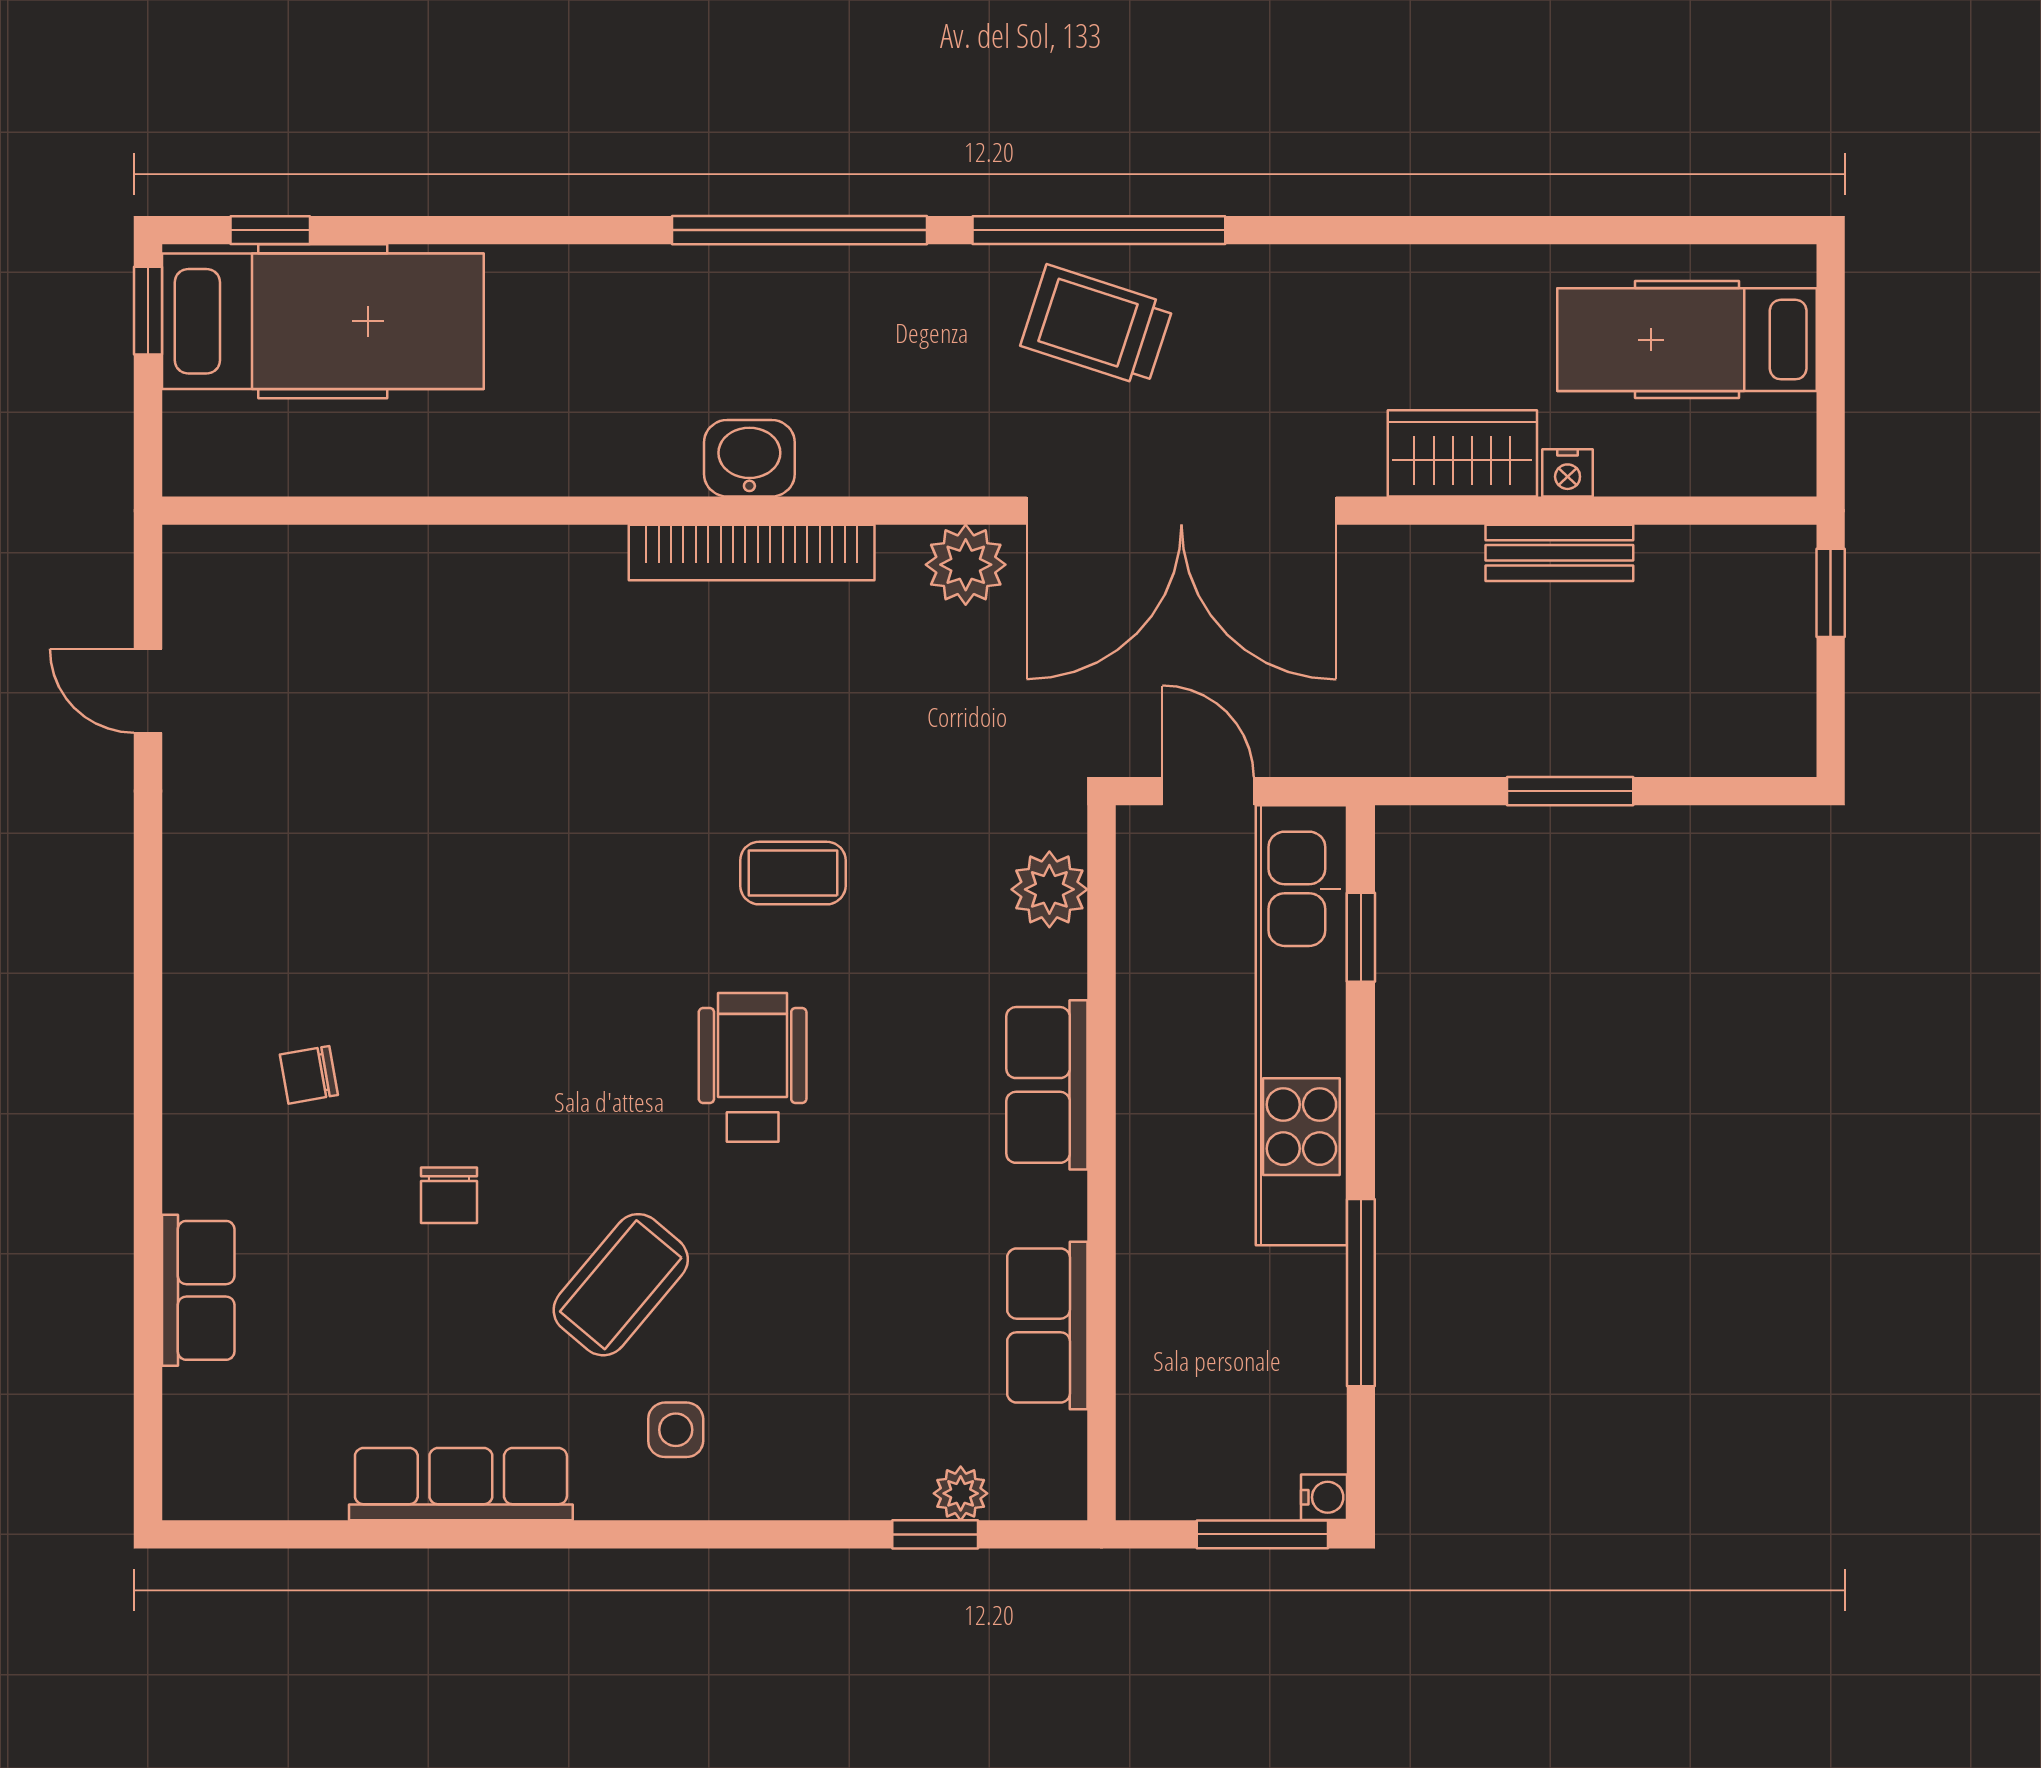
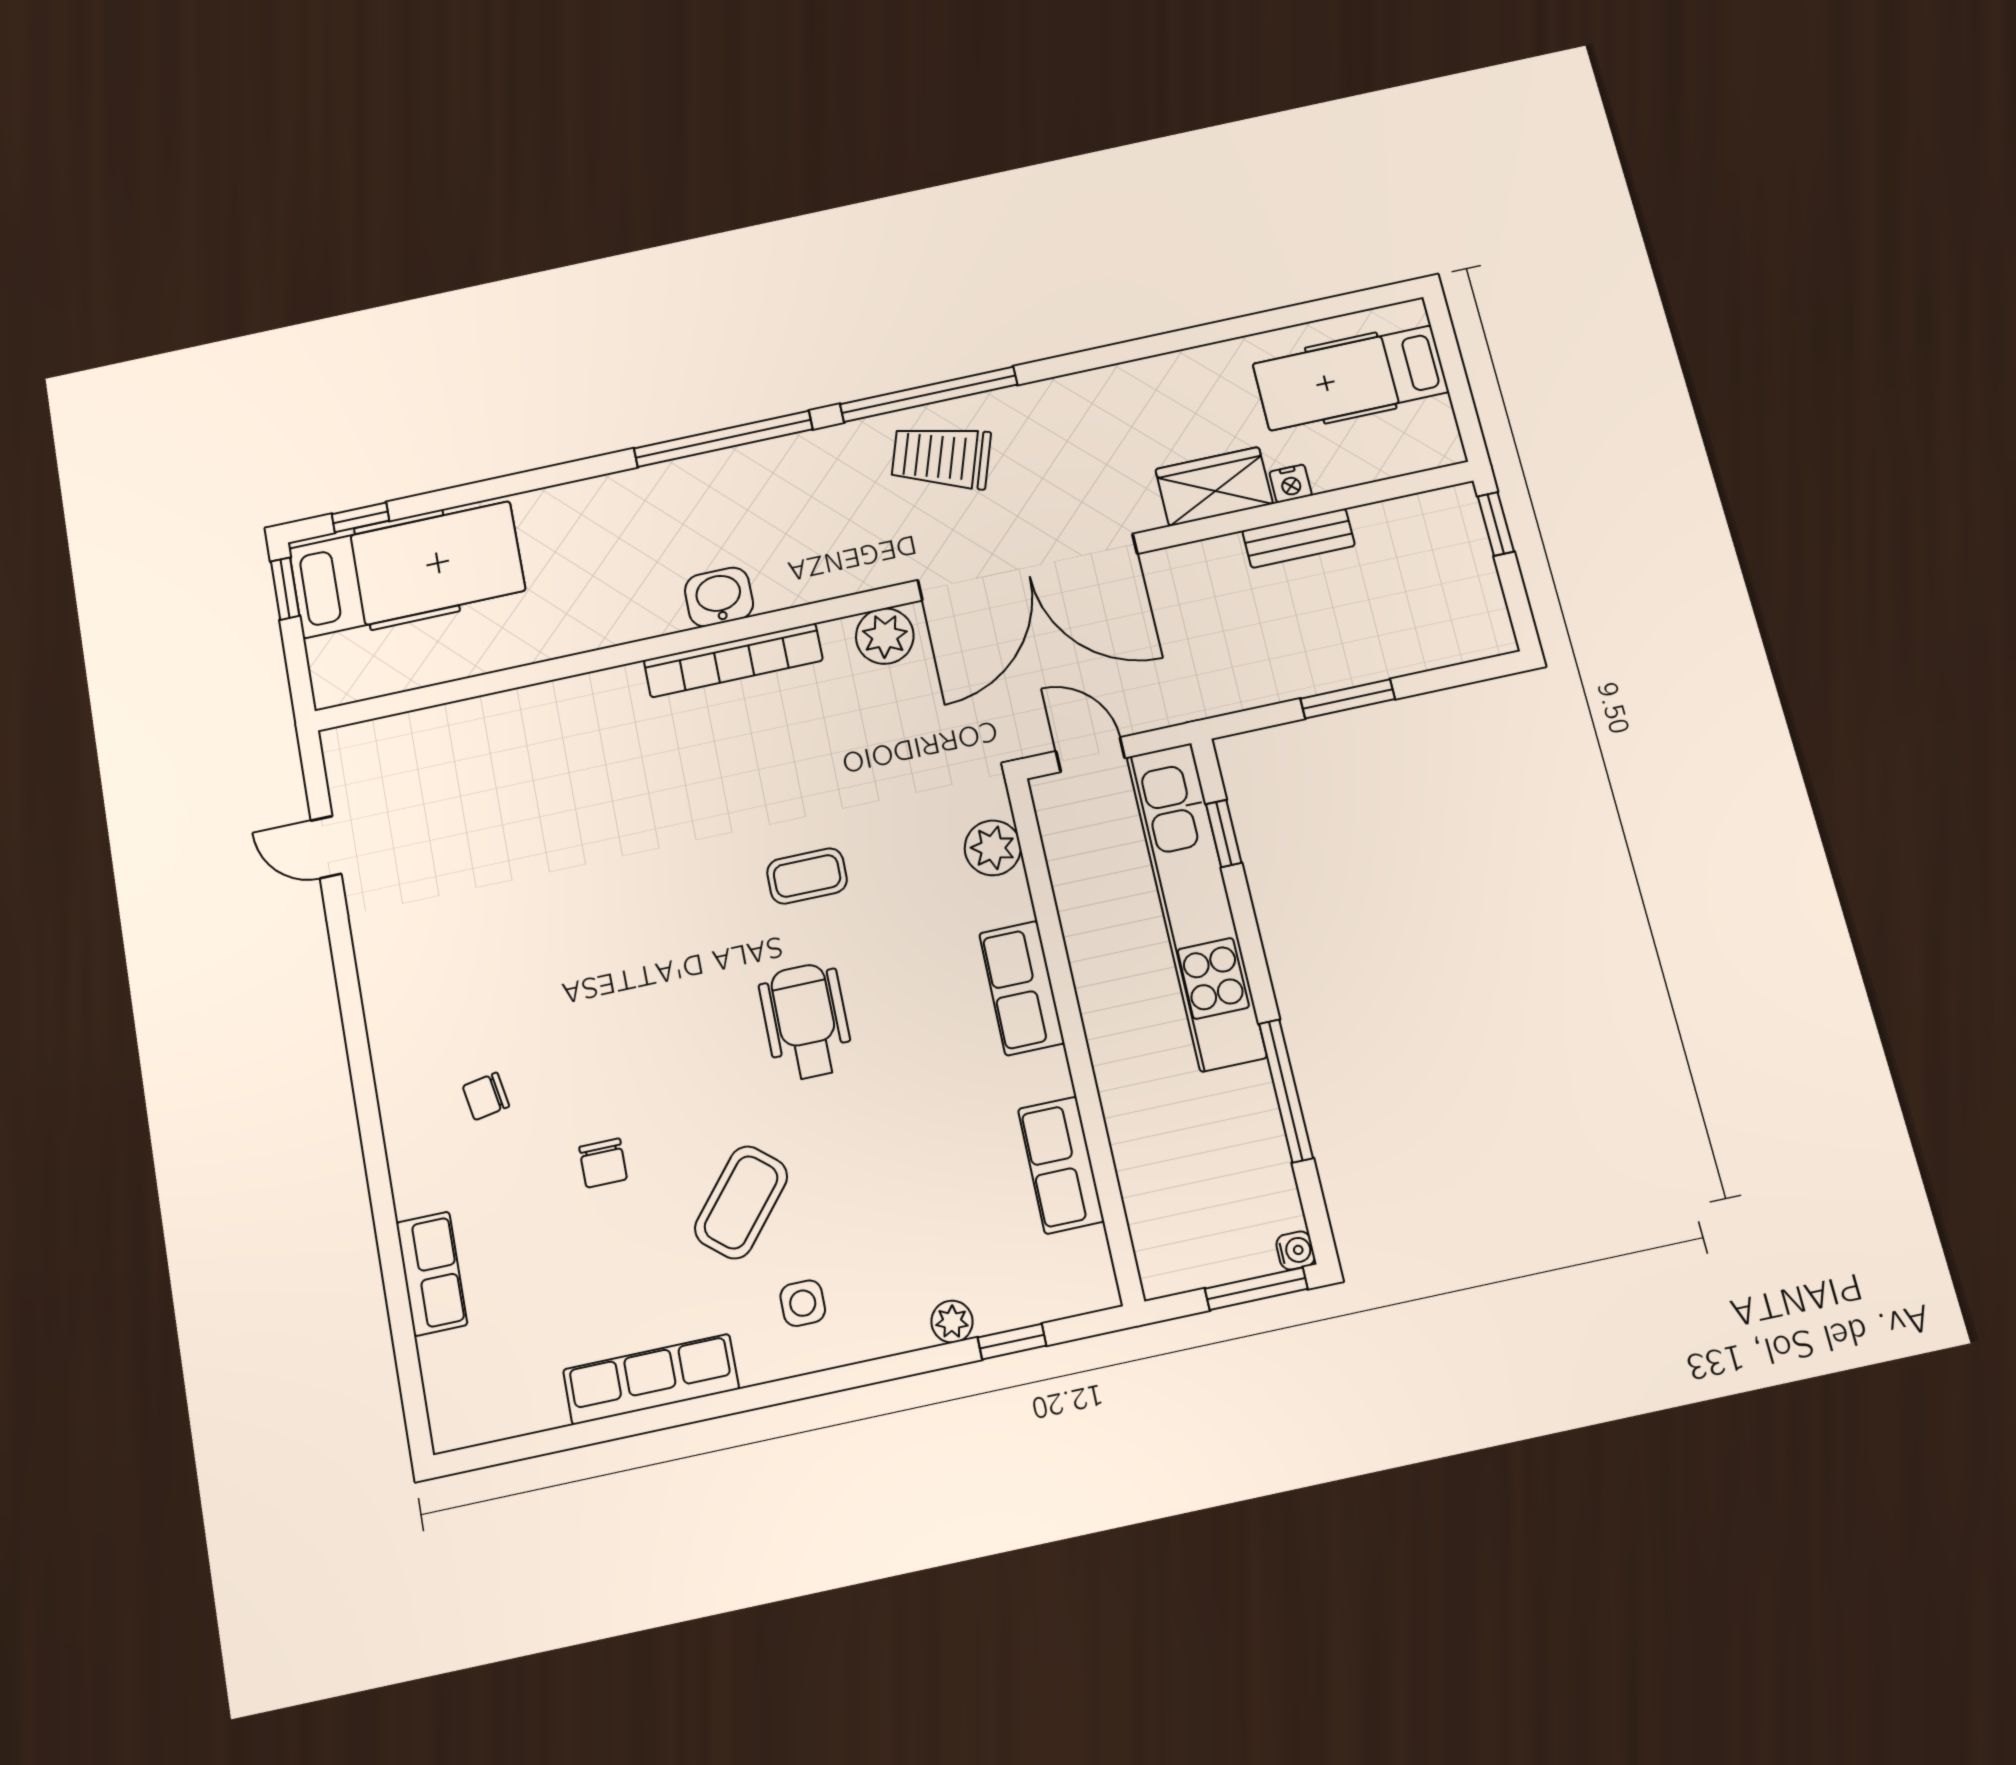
plant: (961, 1493) -> (952, 1322), moved

